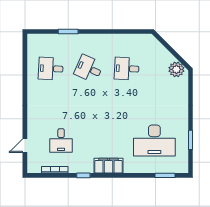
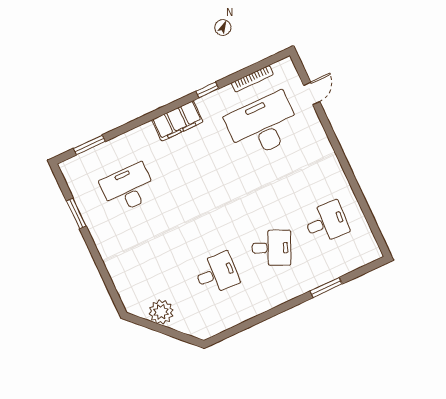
plant: (176, 69) -> (161, 312), moved
desk: (61, 140) -> (263, 125), width x1.87, depth x1.30
desk: (154, 140) -> (128, 188), width x0.73, depth x0.77

